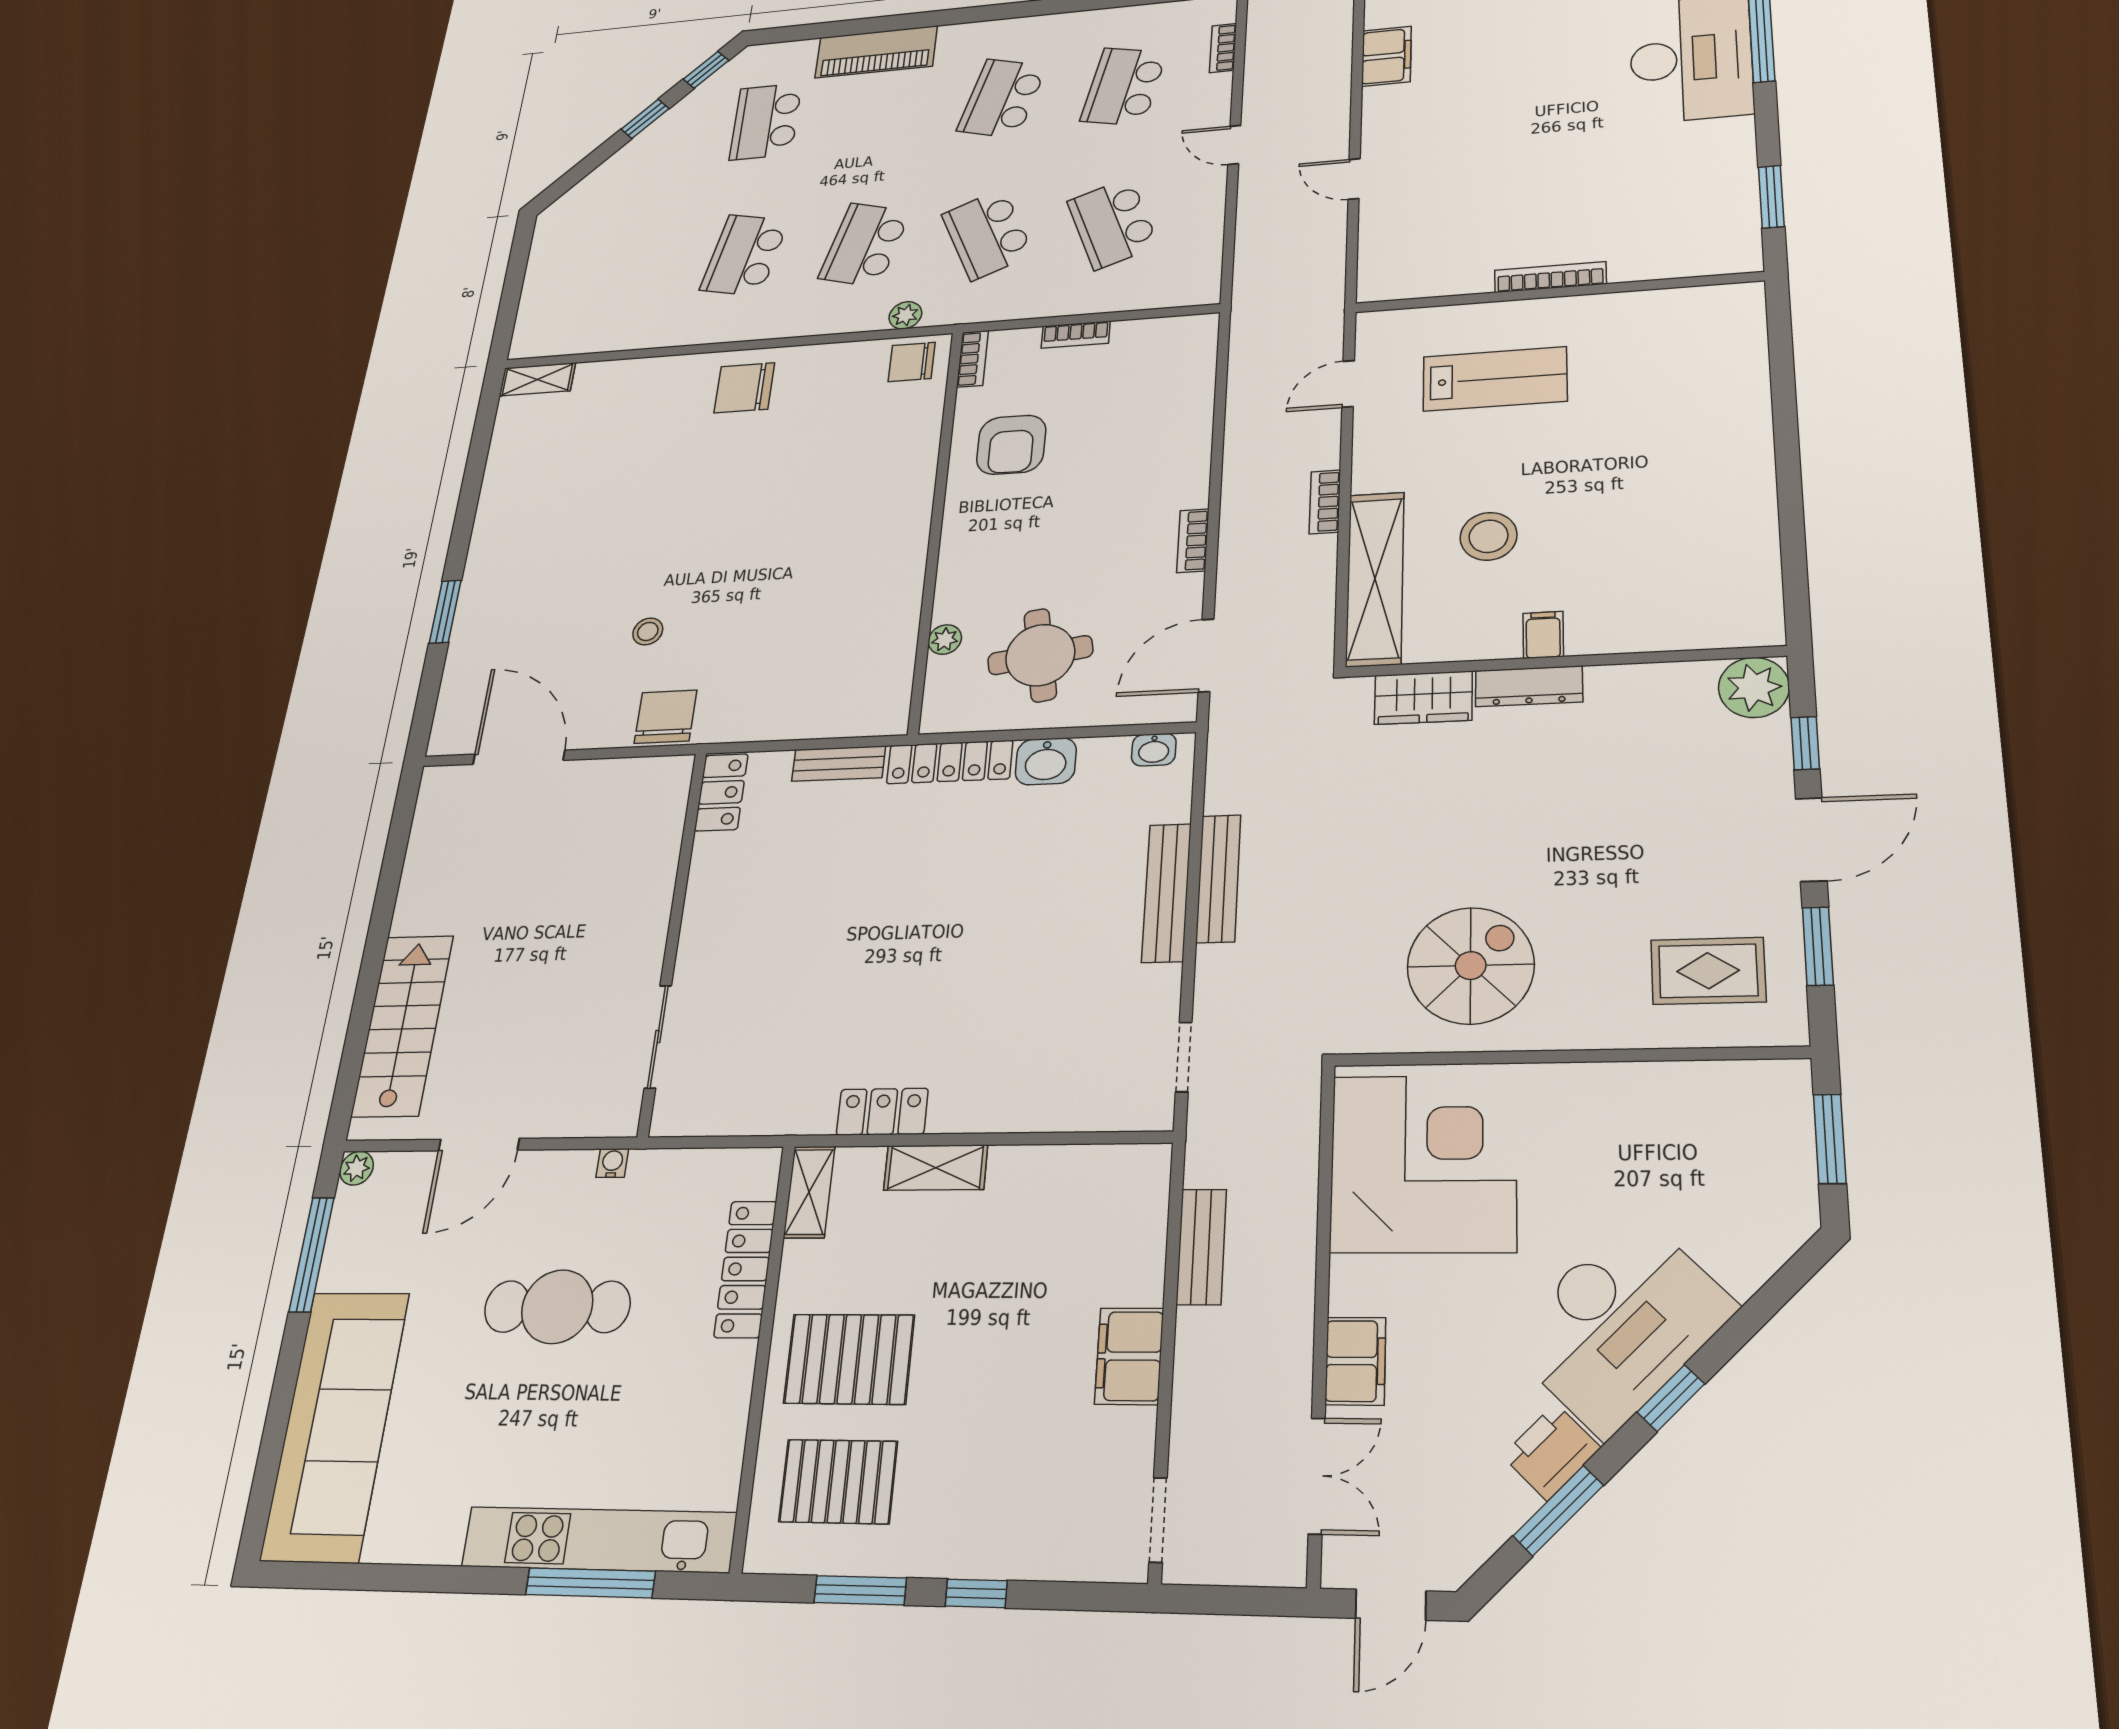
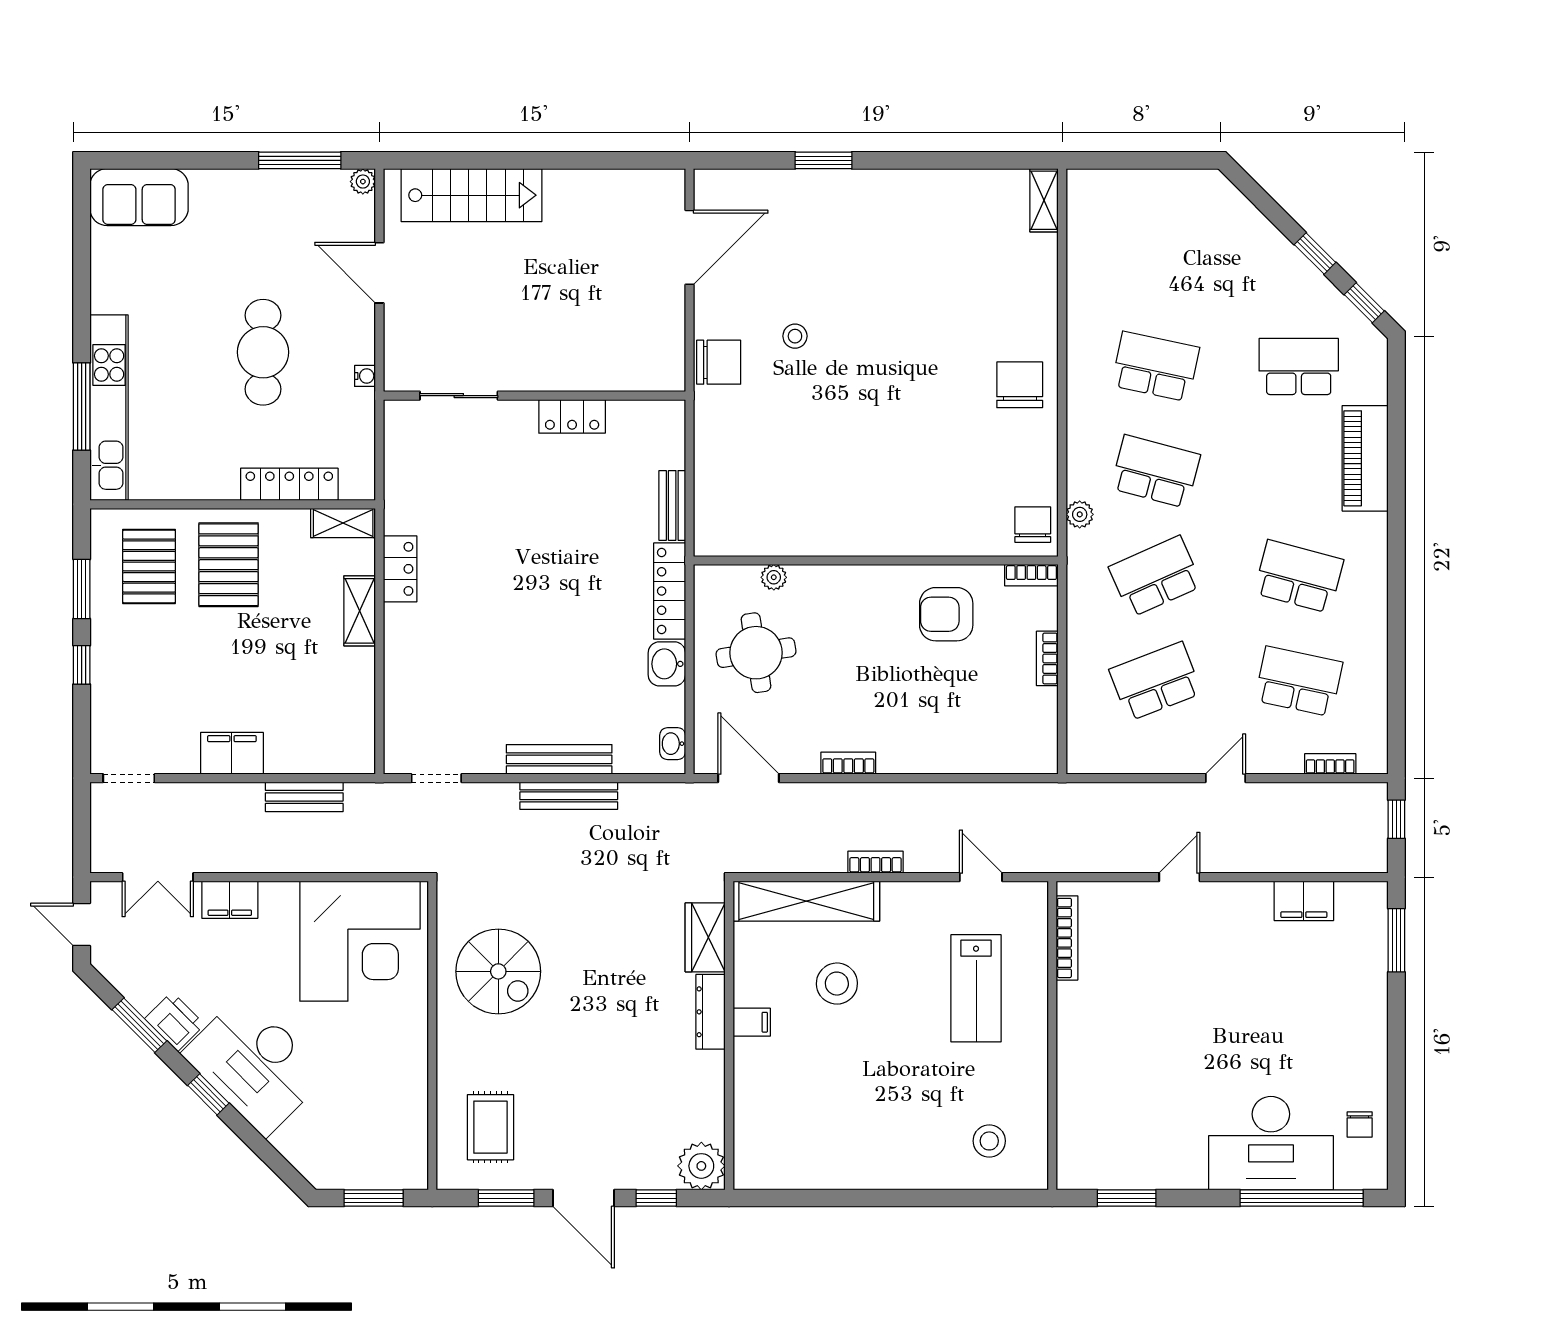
bookcase: (1550, 277) -> (1067, 938), moved
stool: (1701, 350) -> (989, 1141), added
locker: (721, 792) -> (572, 416), moved
sofa: (336, 1425) -> (139, 197), width x0.54, depth x0.79

